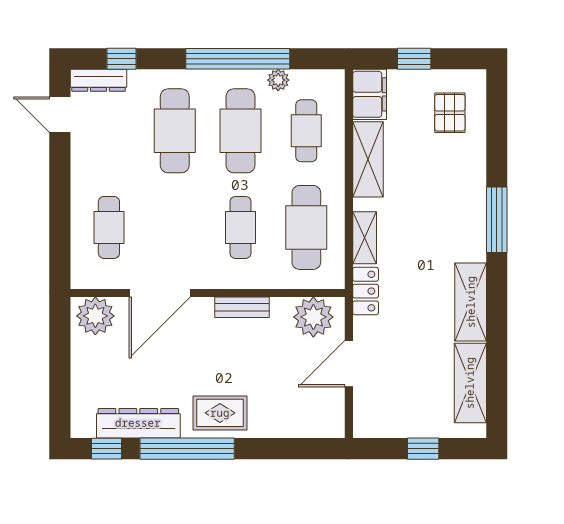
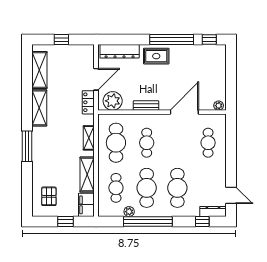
locker: (366, 291) -> (88, 102), moved
plant: (95, 316) -> (219, 106), width x0.53, depth x0.53
dresser: (138, 423) -> (120, 51), moved

